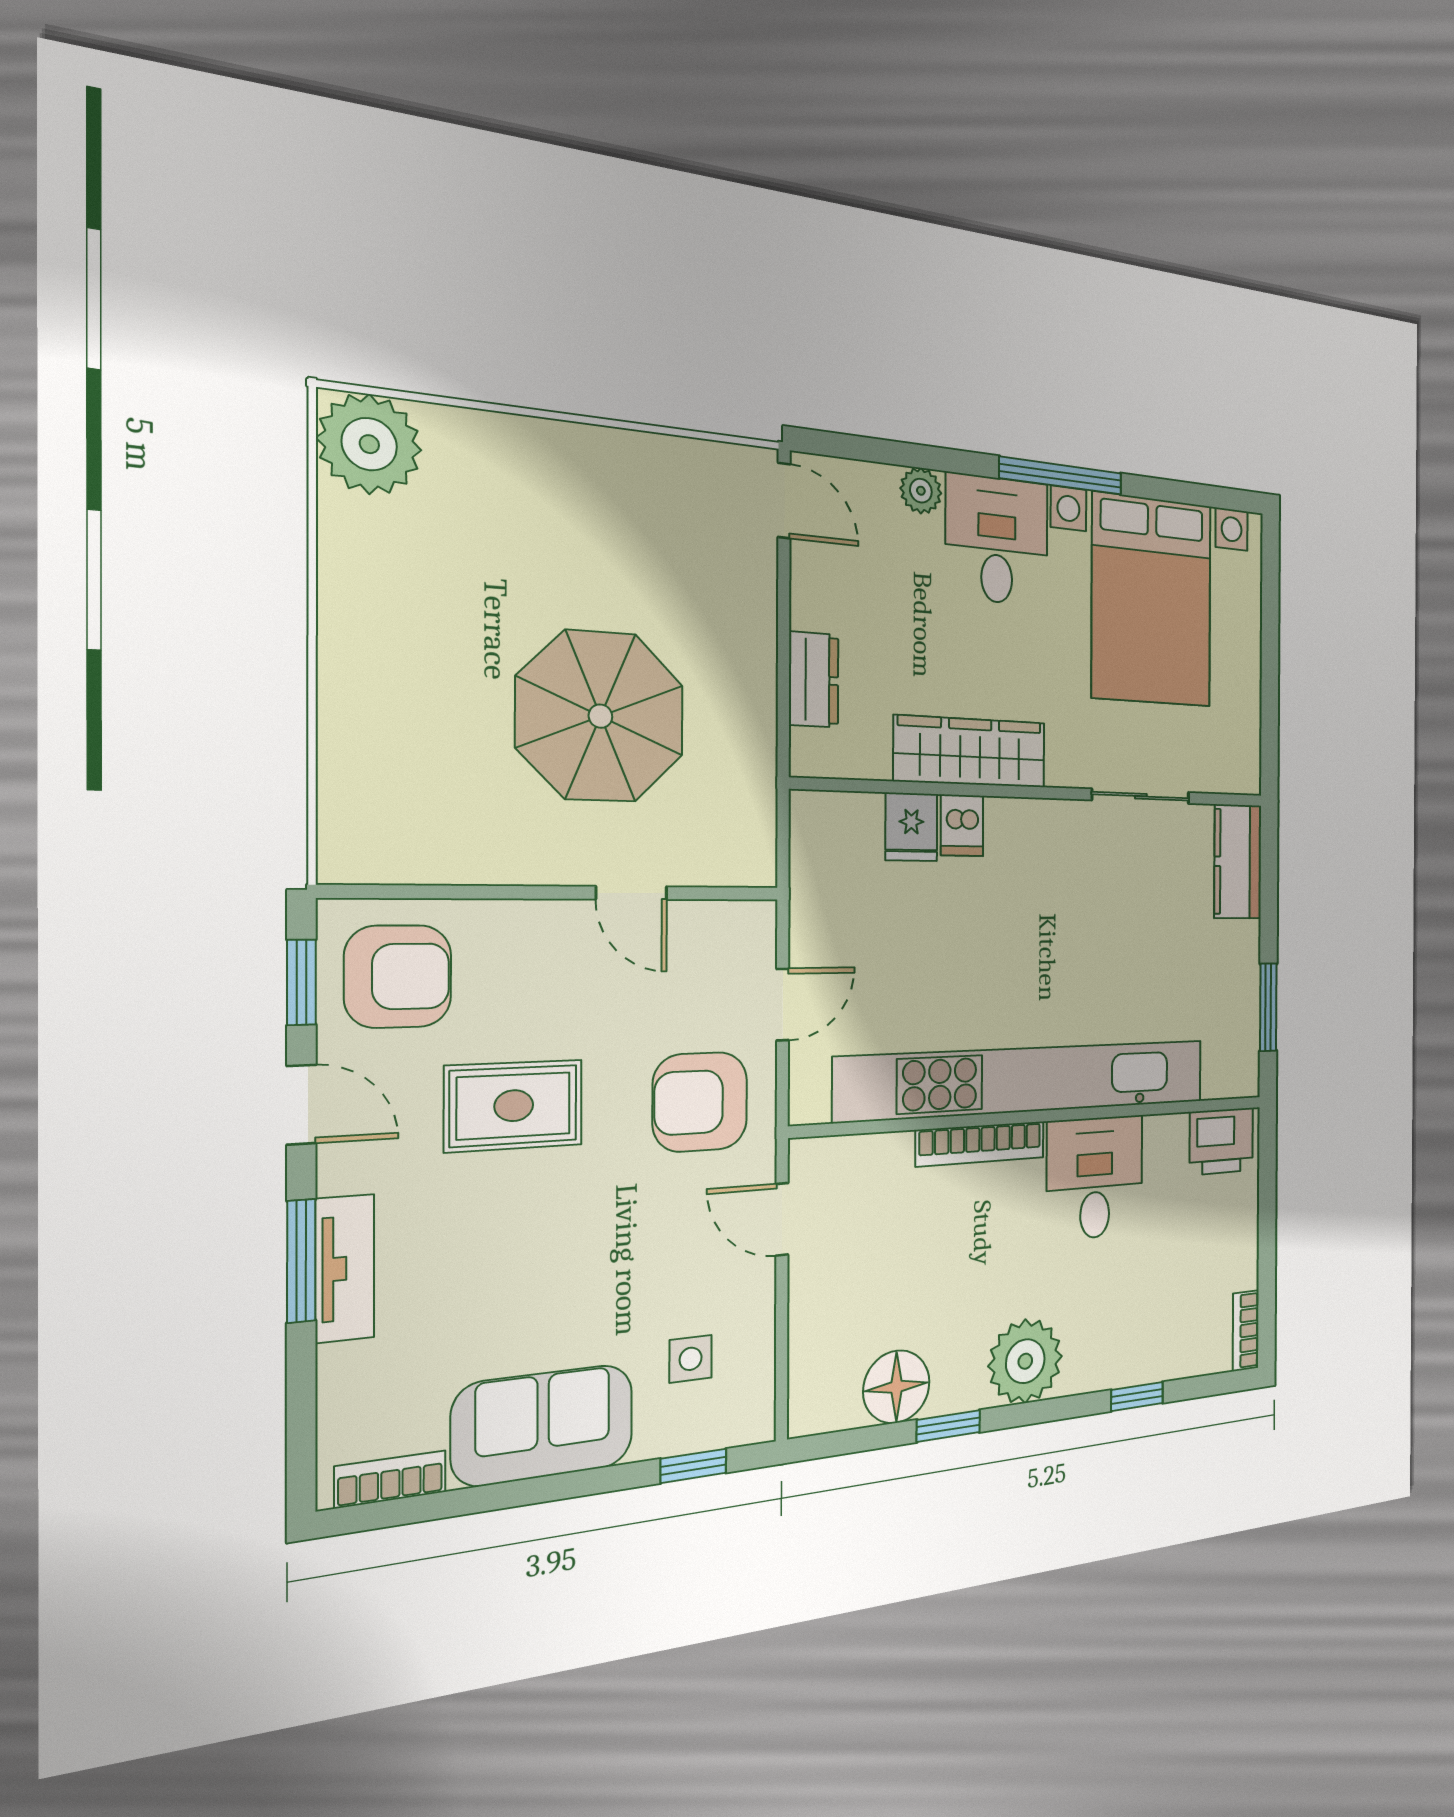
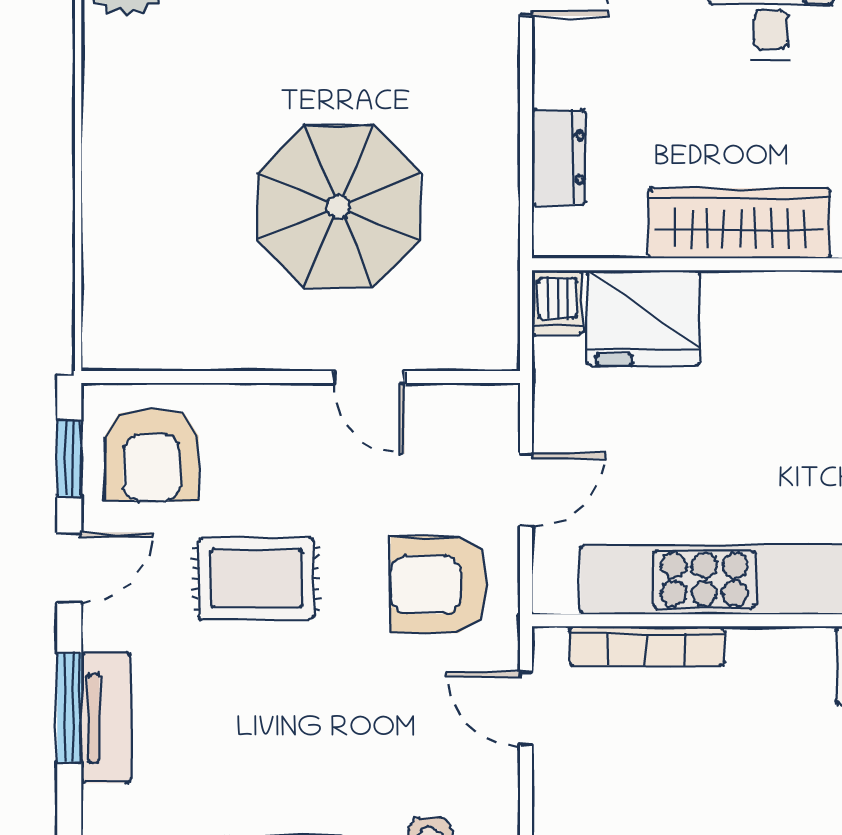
dishwasher: (962, 825) -> (557, 303), moved
fridge: (911, 827) -> (643, 318), width x1.88, depth x1.34
armchair: (398, 976) -> (152, 455), turned 90
door: (301, 1105) -> (69, 568), hinge flipped
bookcase: (980, 1144) -> (647, 646), moved

